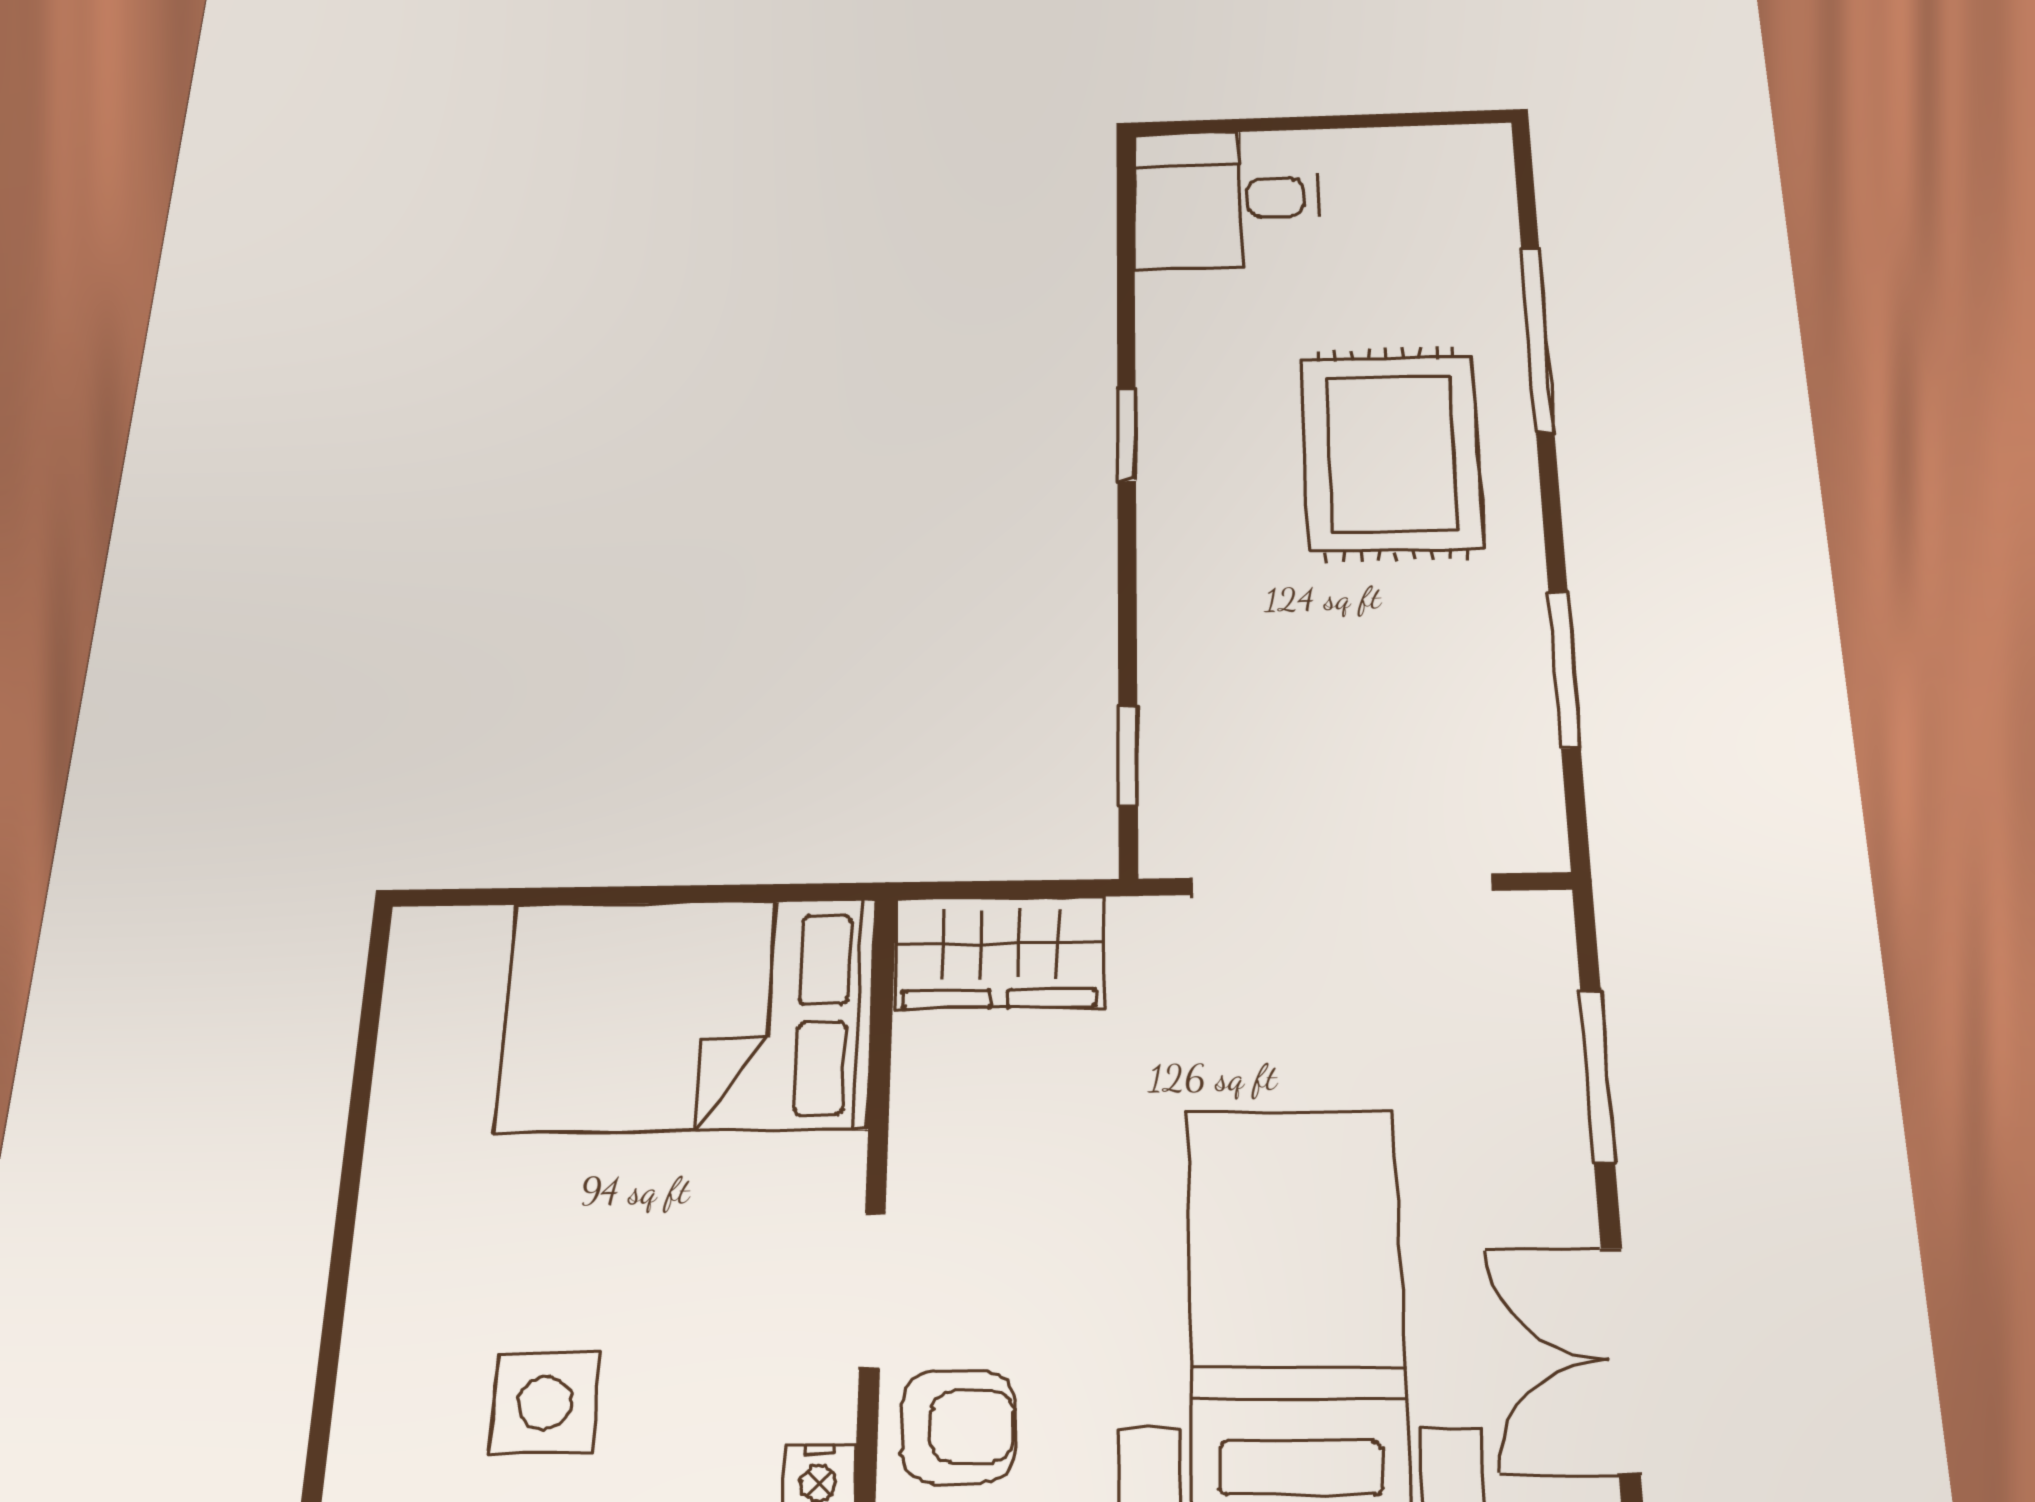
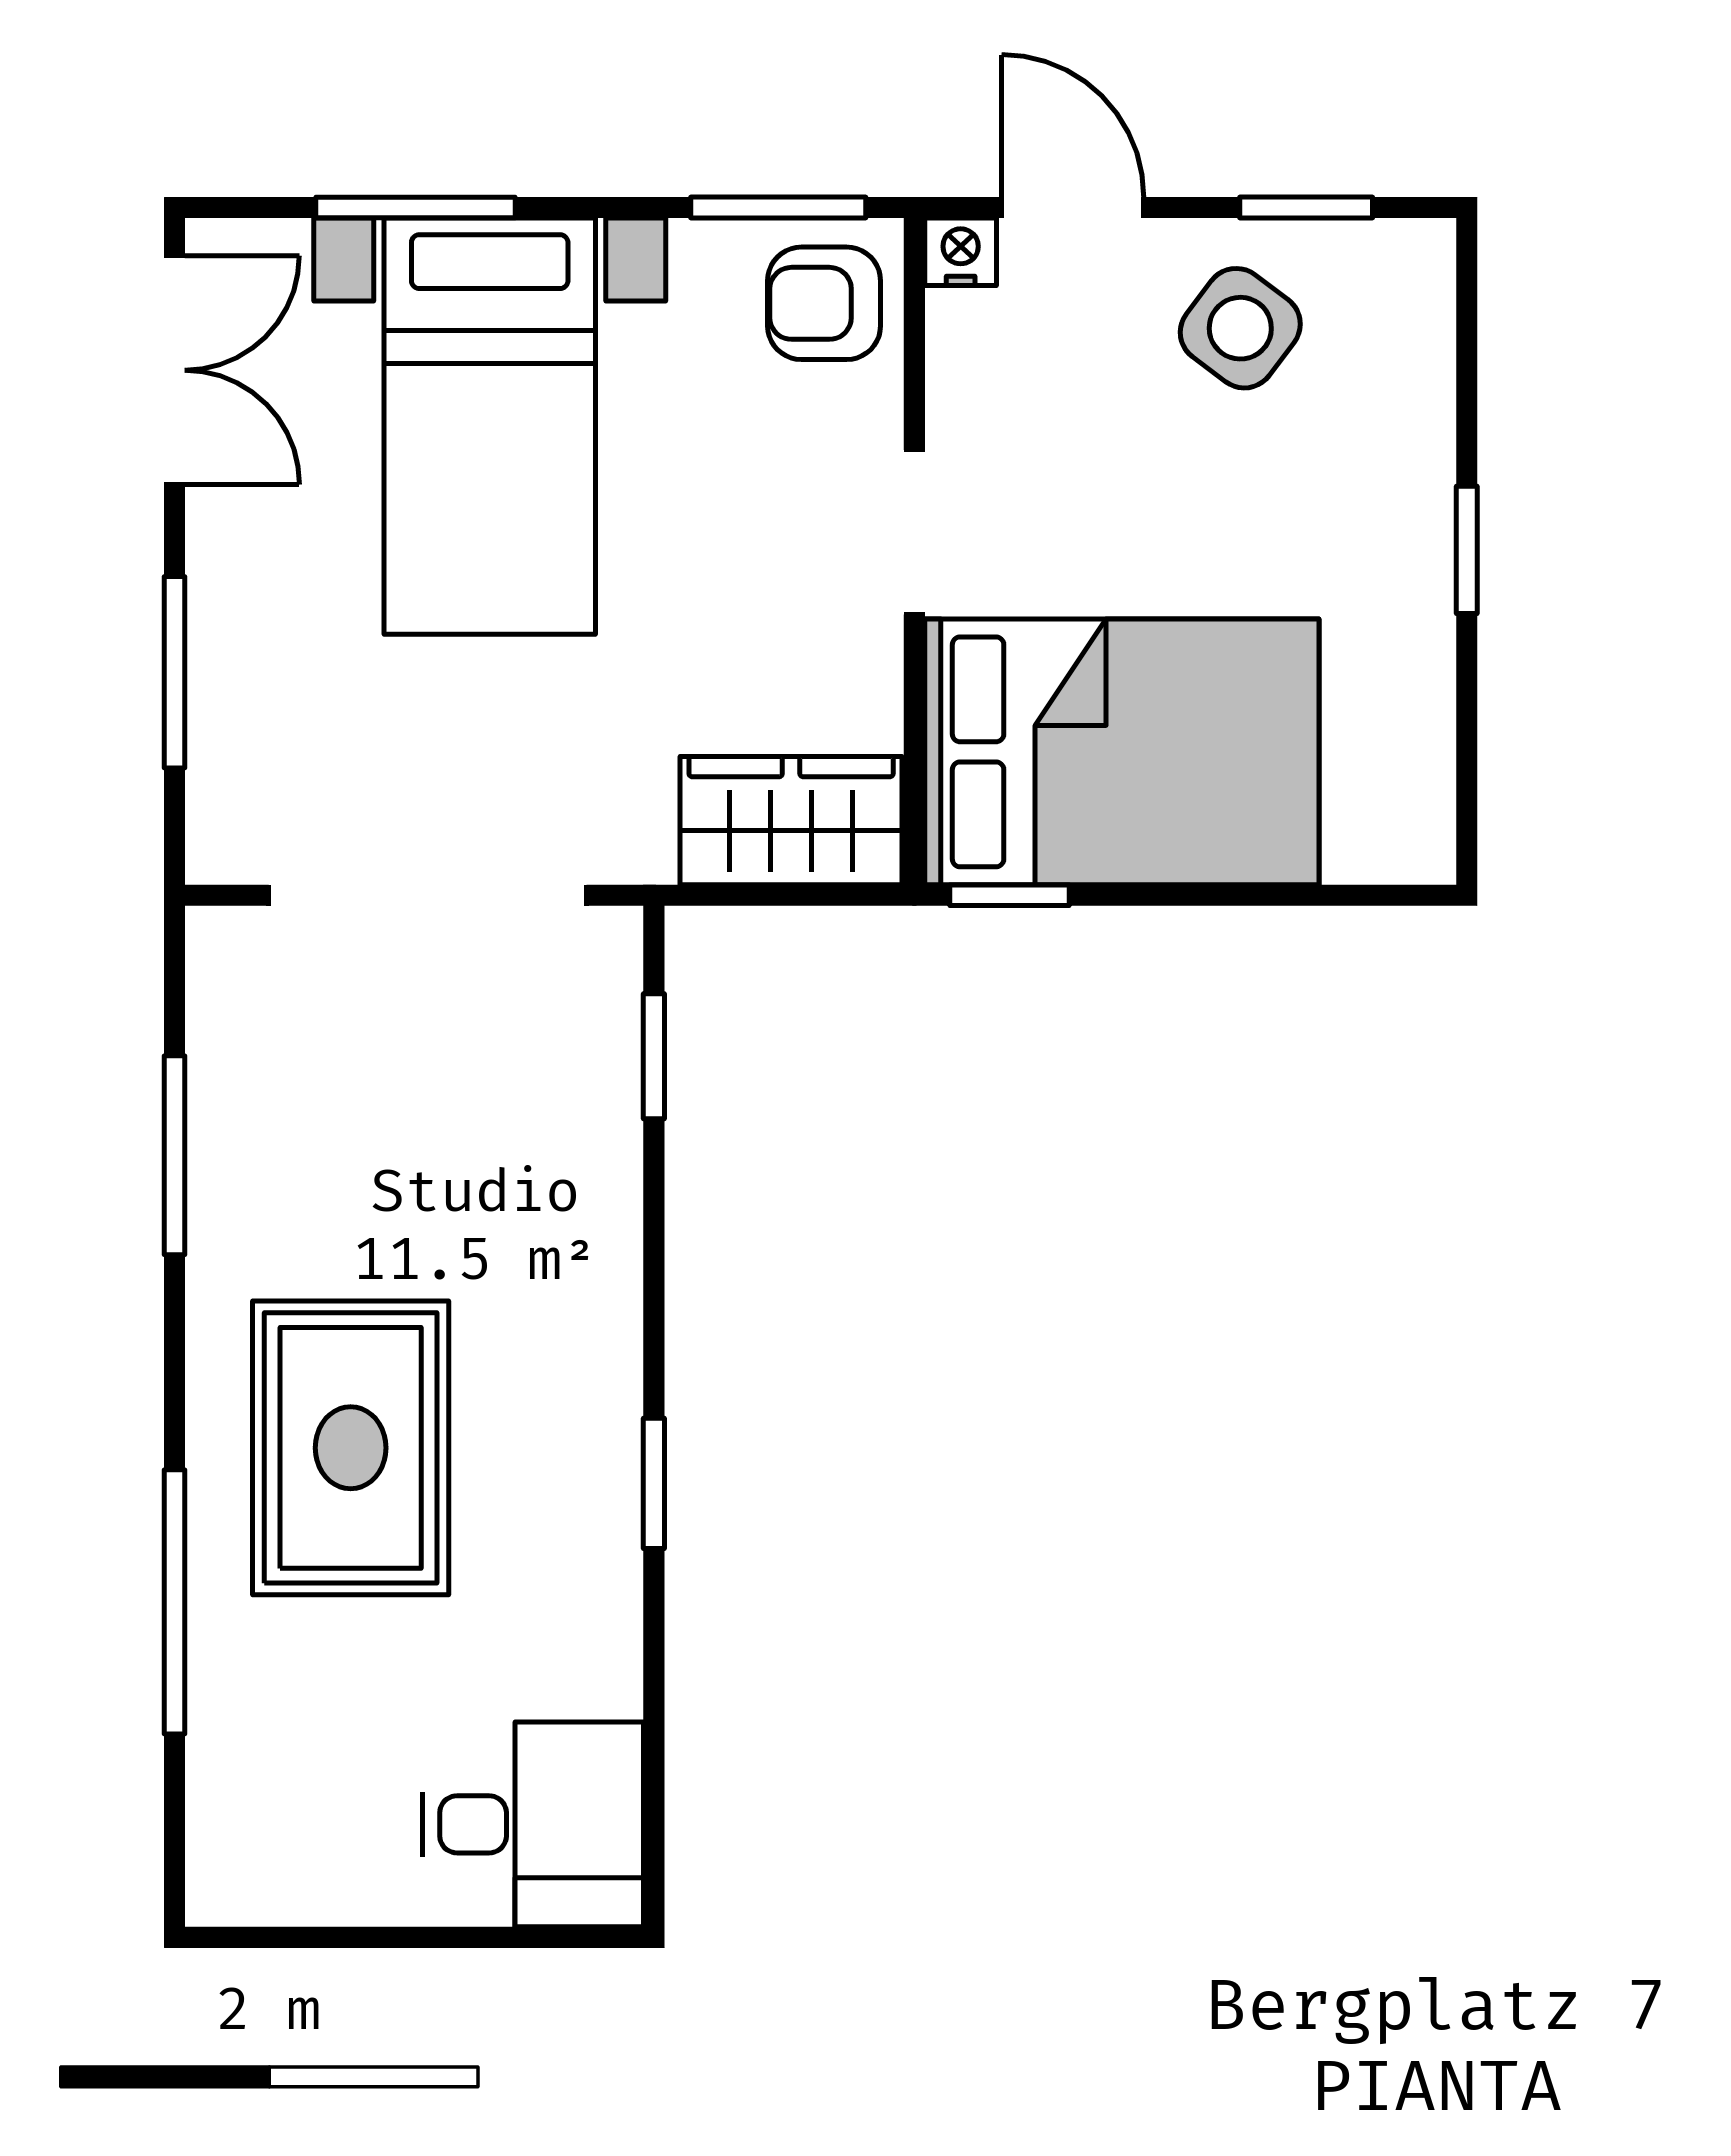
window: (799, 892) -> (1010, 895), added
window: (348, 1196) -> (1467, 550), added
doorway: (872, 1290) -> (914, 532), moved
side table: (545, 1402) -> (1240, 328), turned 37

